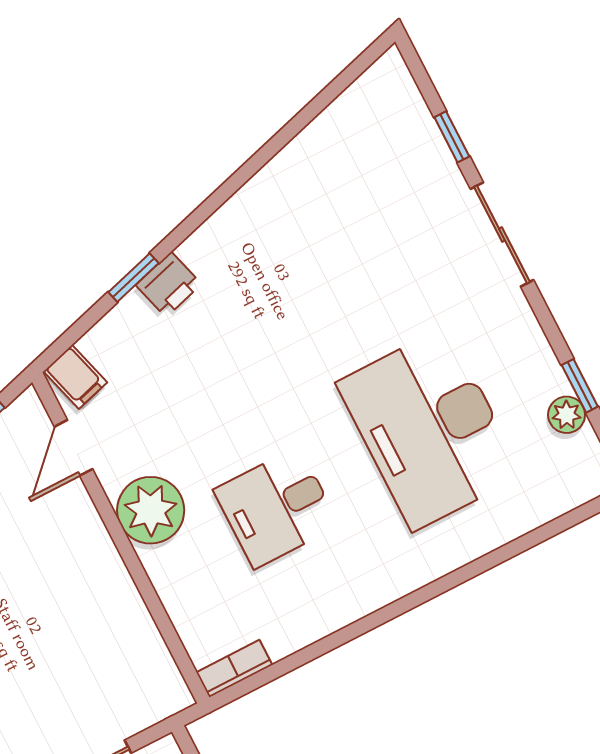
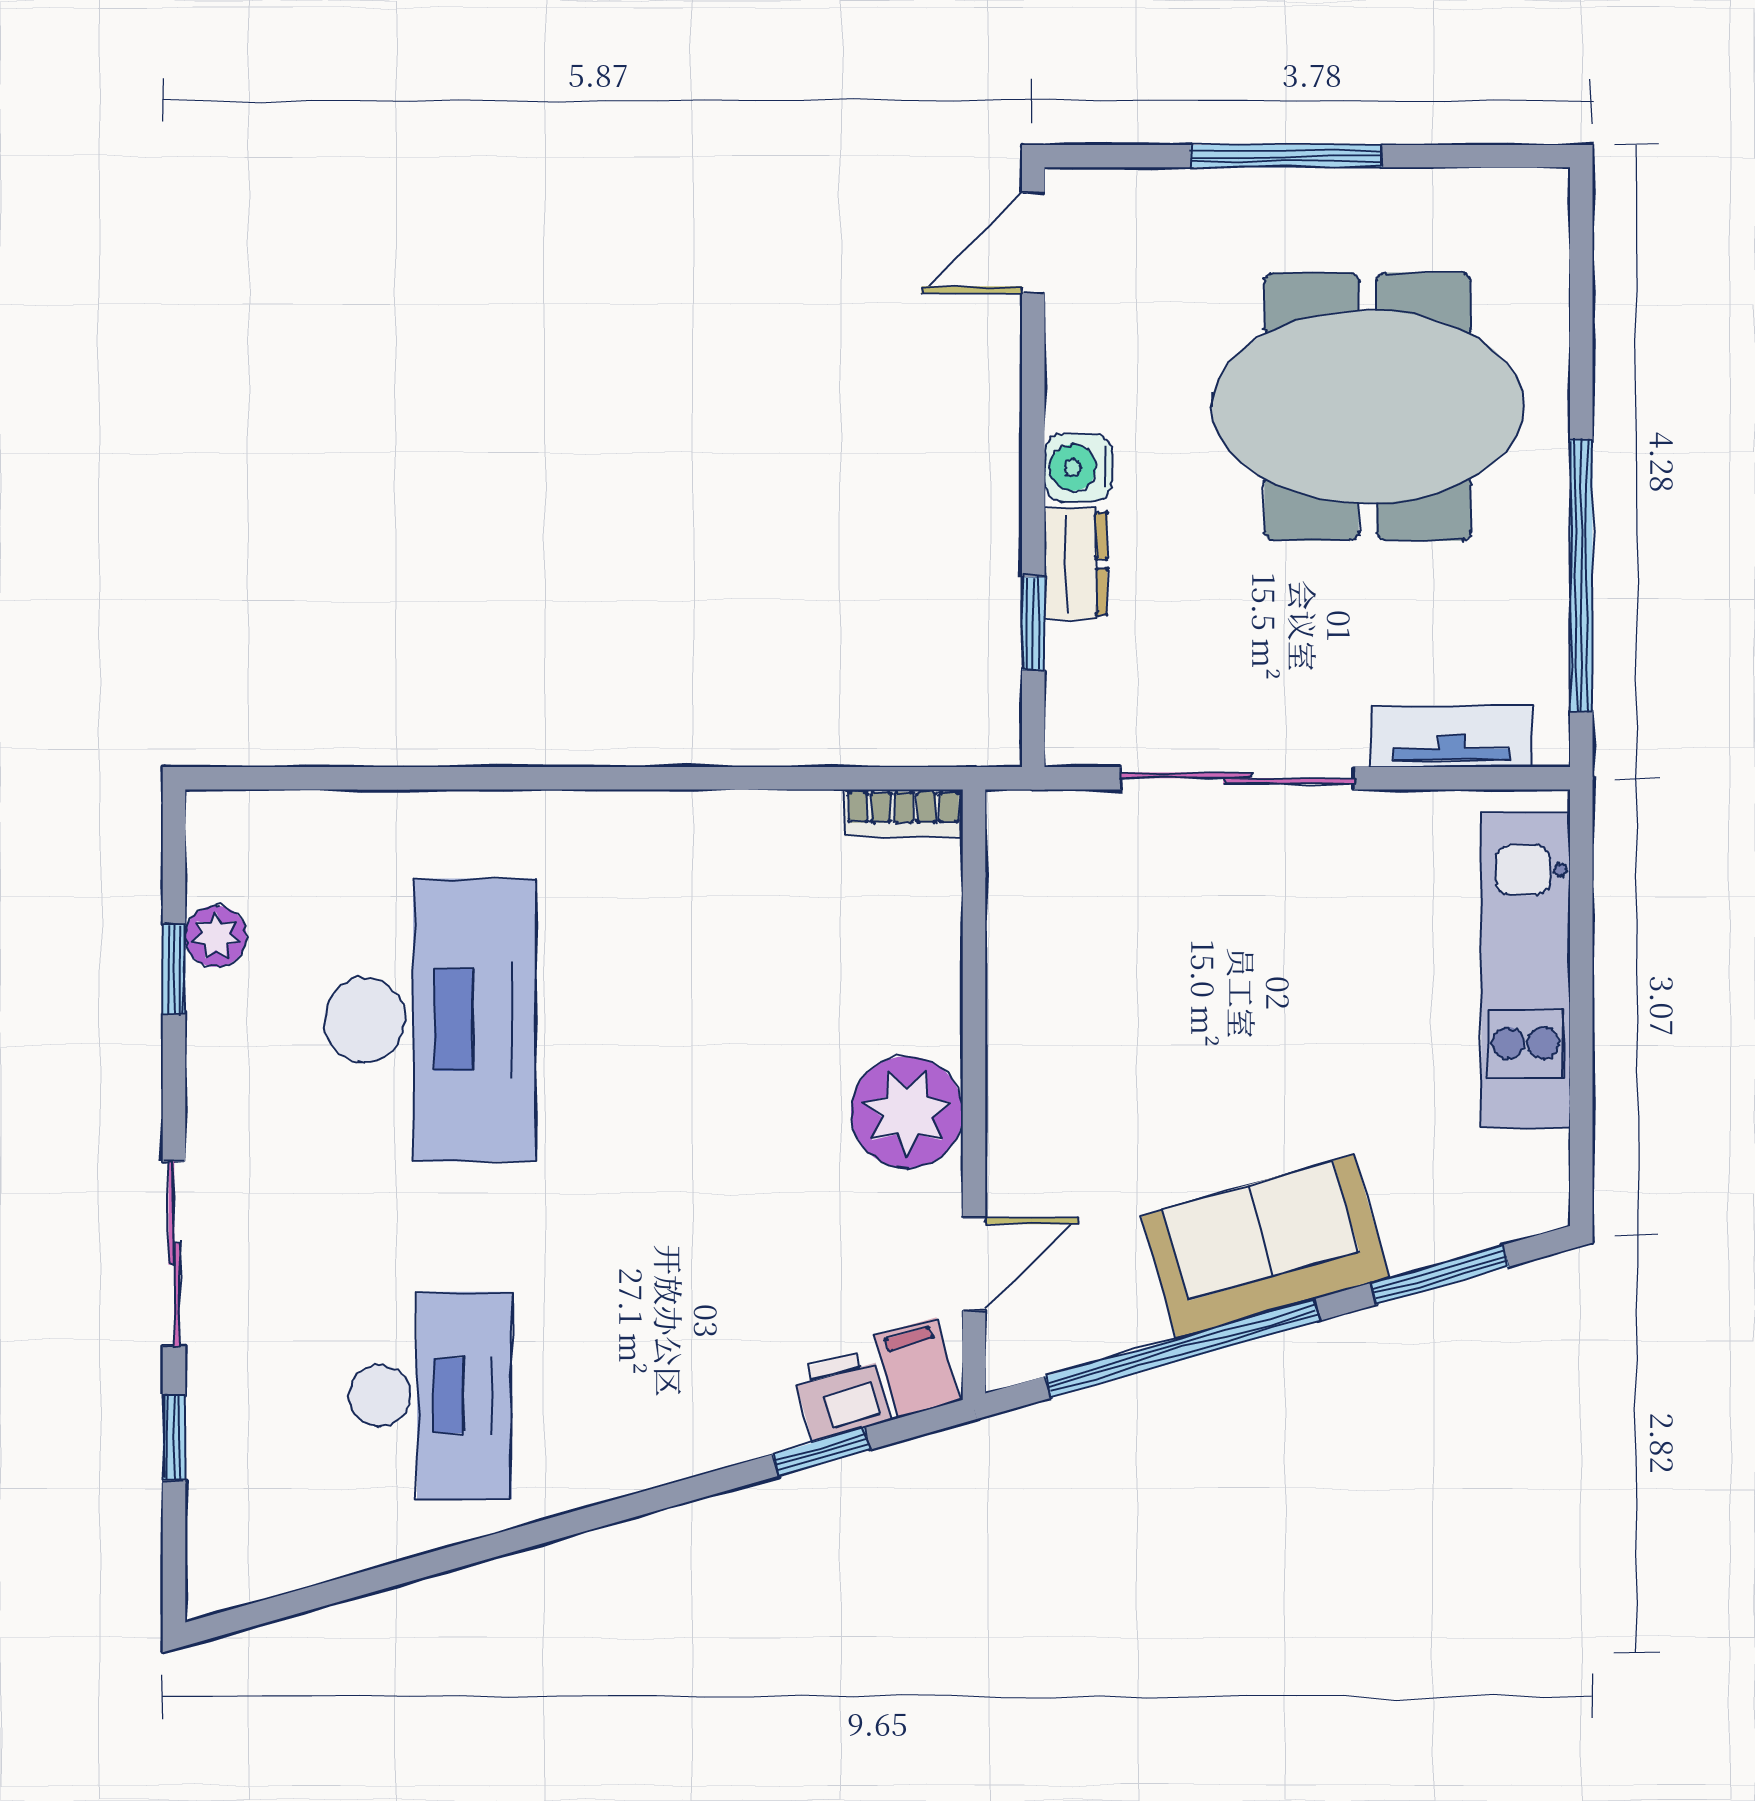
window: (133, 278) -> (821, 1452), moved
printer: (169, 285) -> (842, 1396), moved
desk: (276, 508) -> (430, 1396), moved, width x1.37

